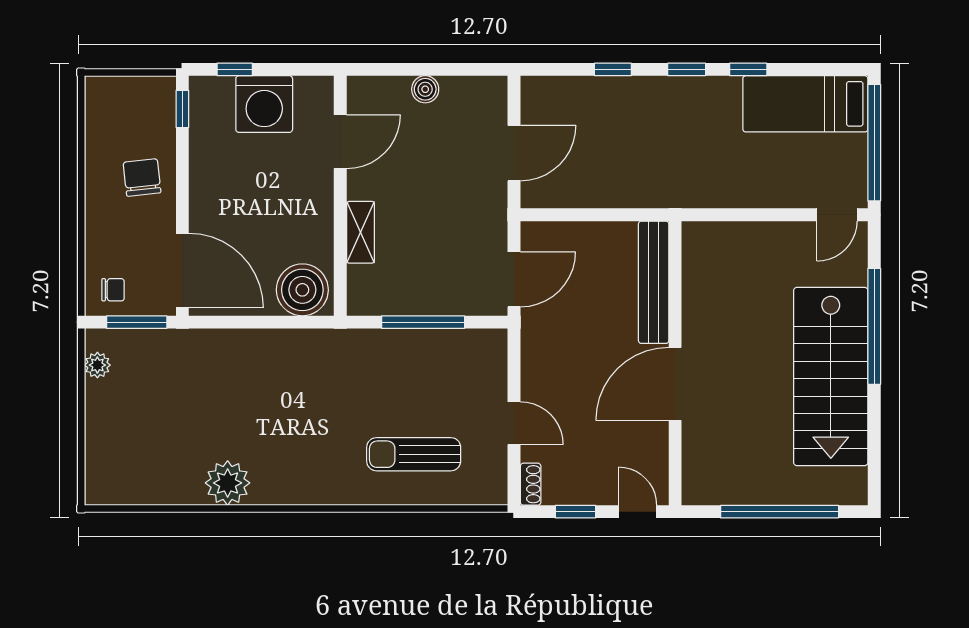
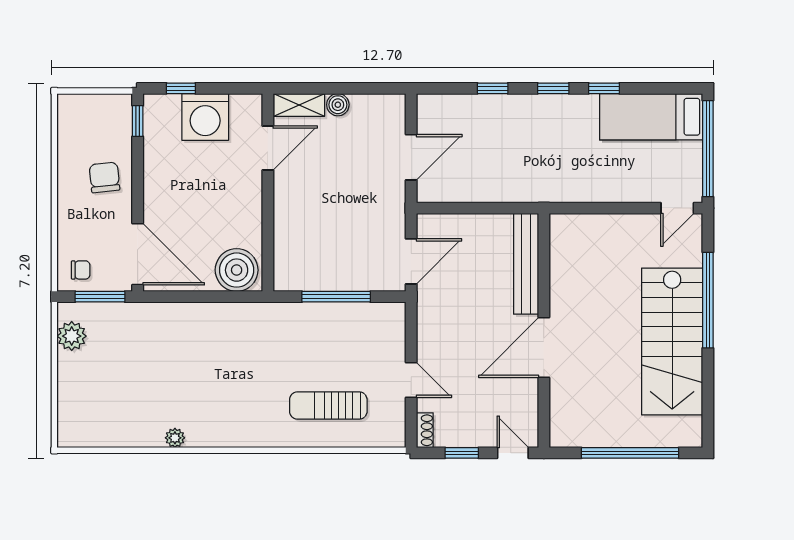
shelving: (361, 232) -> (299, 105), moved, turned 90
plant: (97, 365) -> (72, 336), width x1.38, depth x1.38
plant: (228, 483) -> (175, 438), width x0.53, depth x0.53

